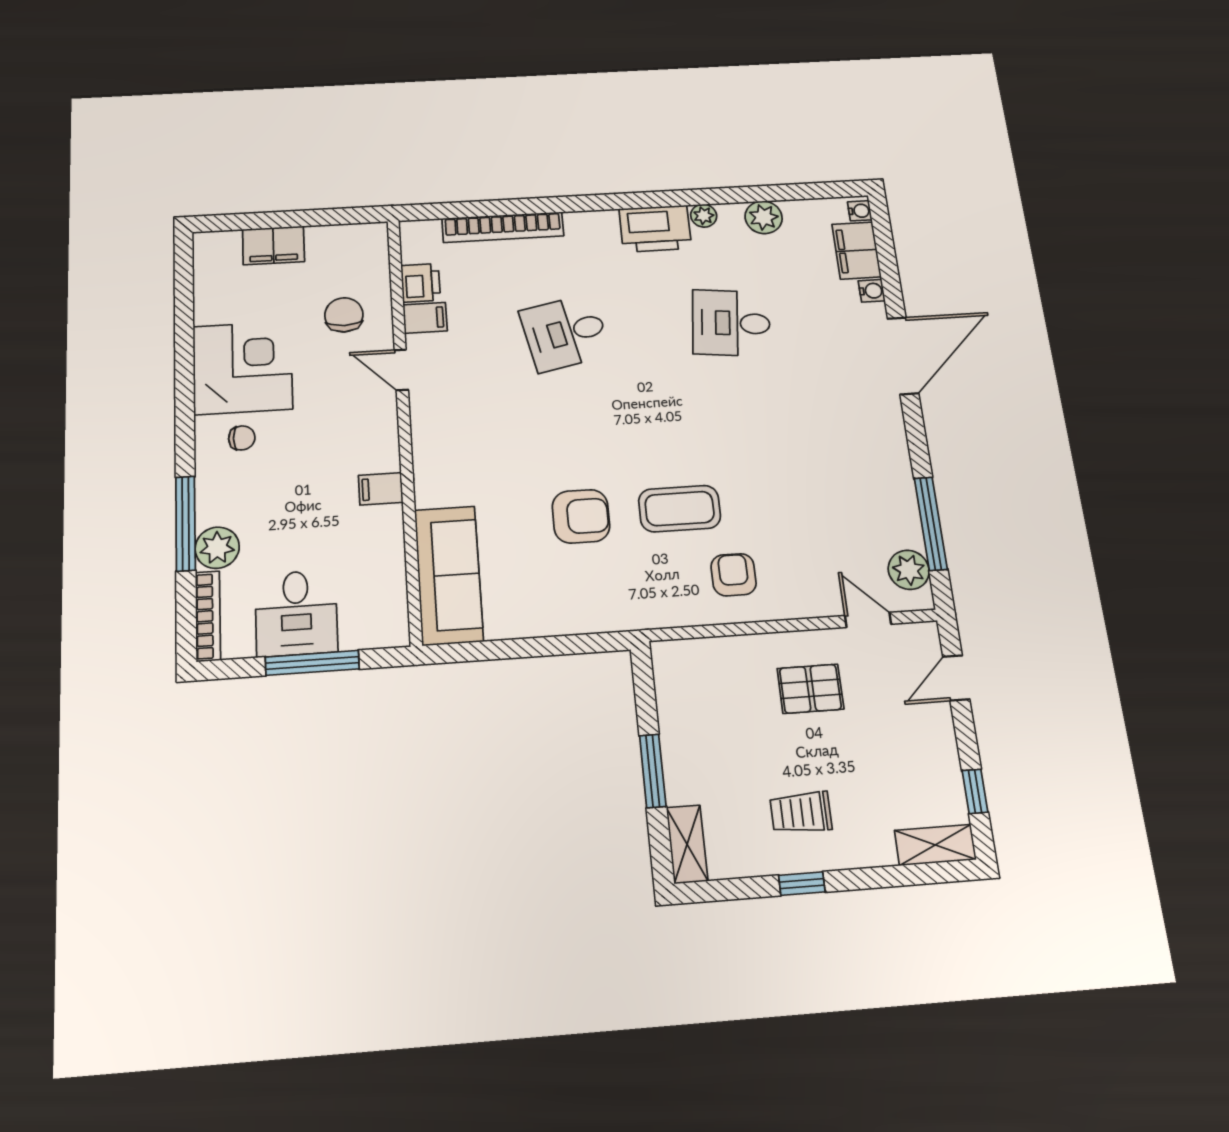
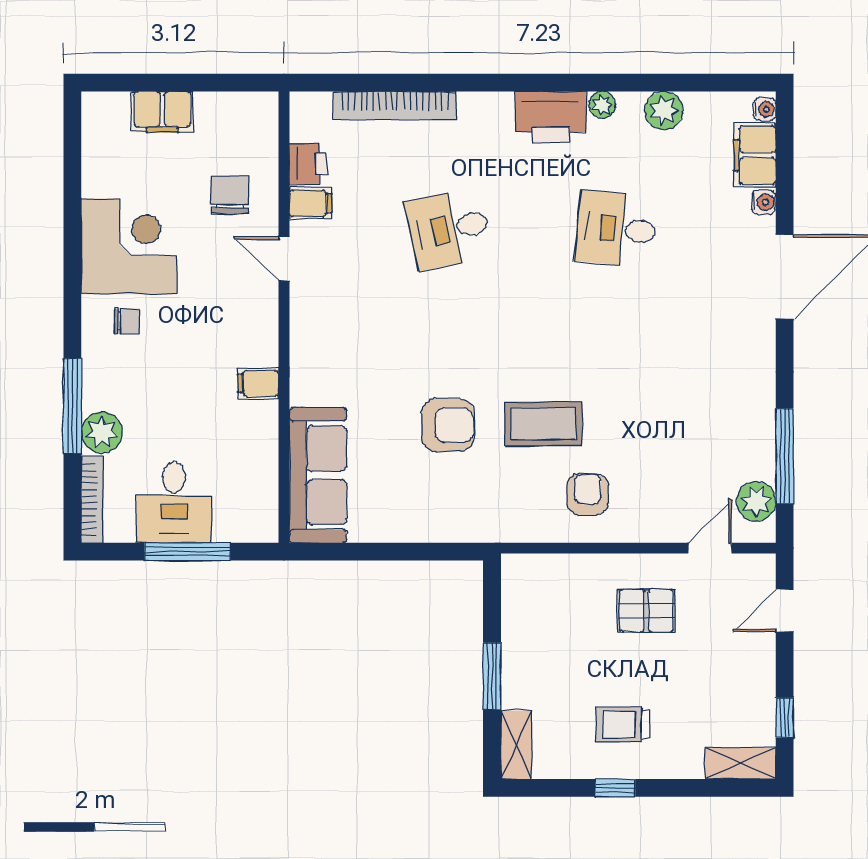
door: (868, 620) -> (710, 548), hinge flipped

